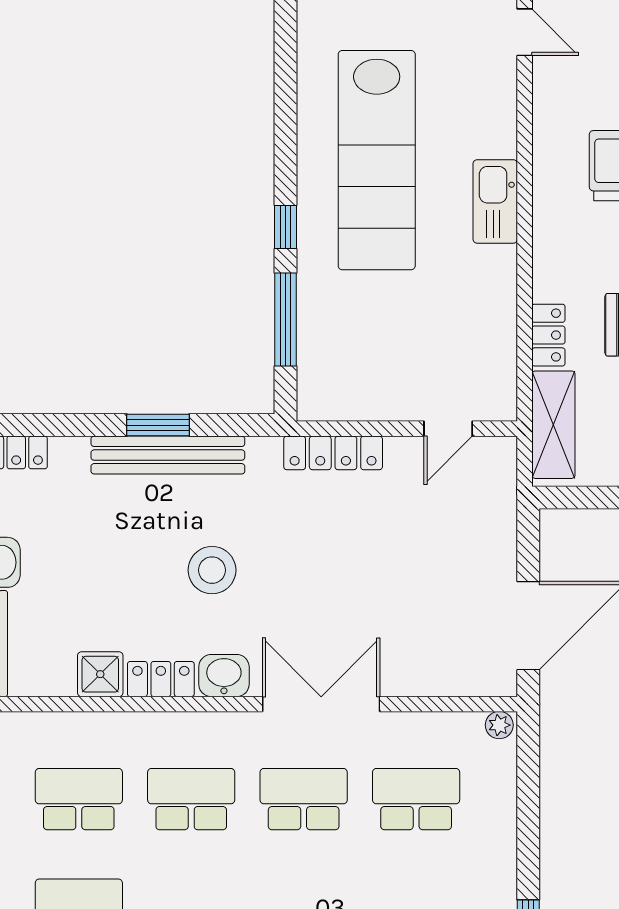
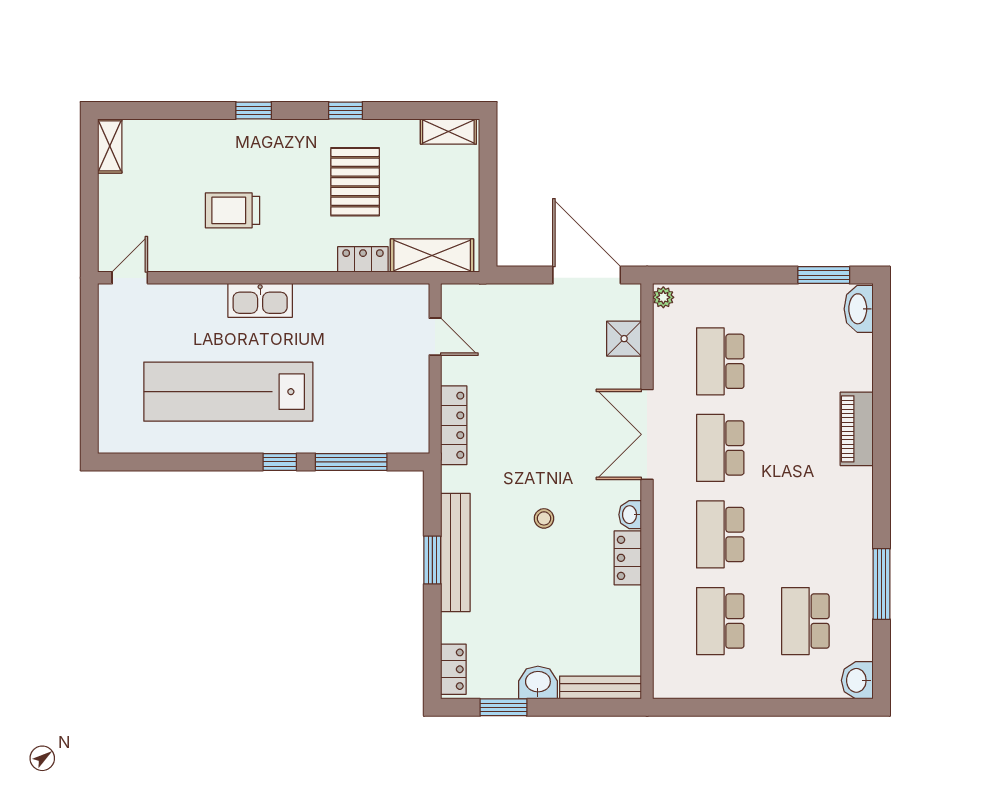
lab bench: (377, 160) -> (228, 392), turned 180
stool: (212, 570) -> (544, 518), width x0.53, depth x0.53
shower: (100, 674) -> (624, 339), moved
washbasin: (224, 676) -> (630, 515), width x0.72, depth x0.69

